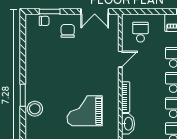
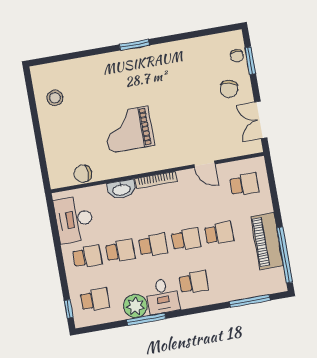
chair: (68, 31) -> (229, 89), turned 104
stool: (35, 109) -> (120, 64), removed
grand piano: (85, 111) -> (129, 129), turned -90

